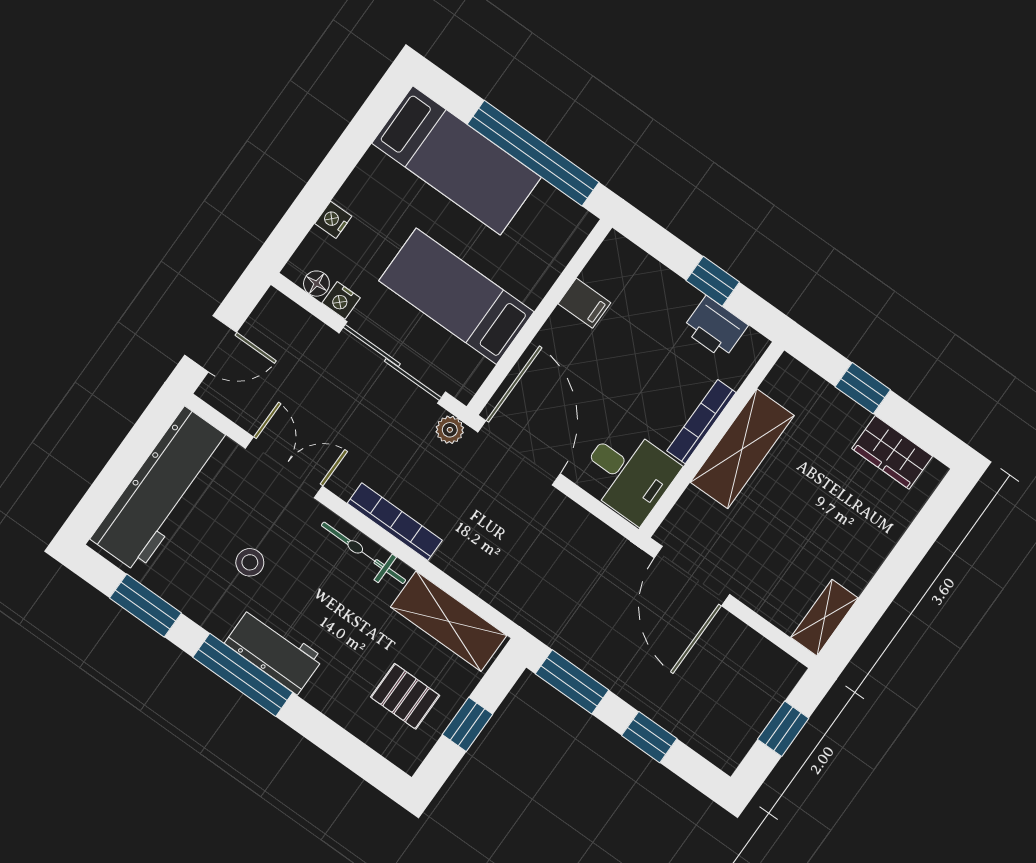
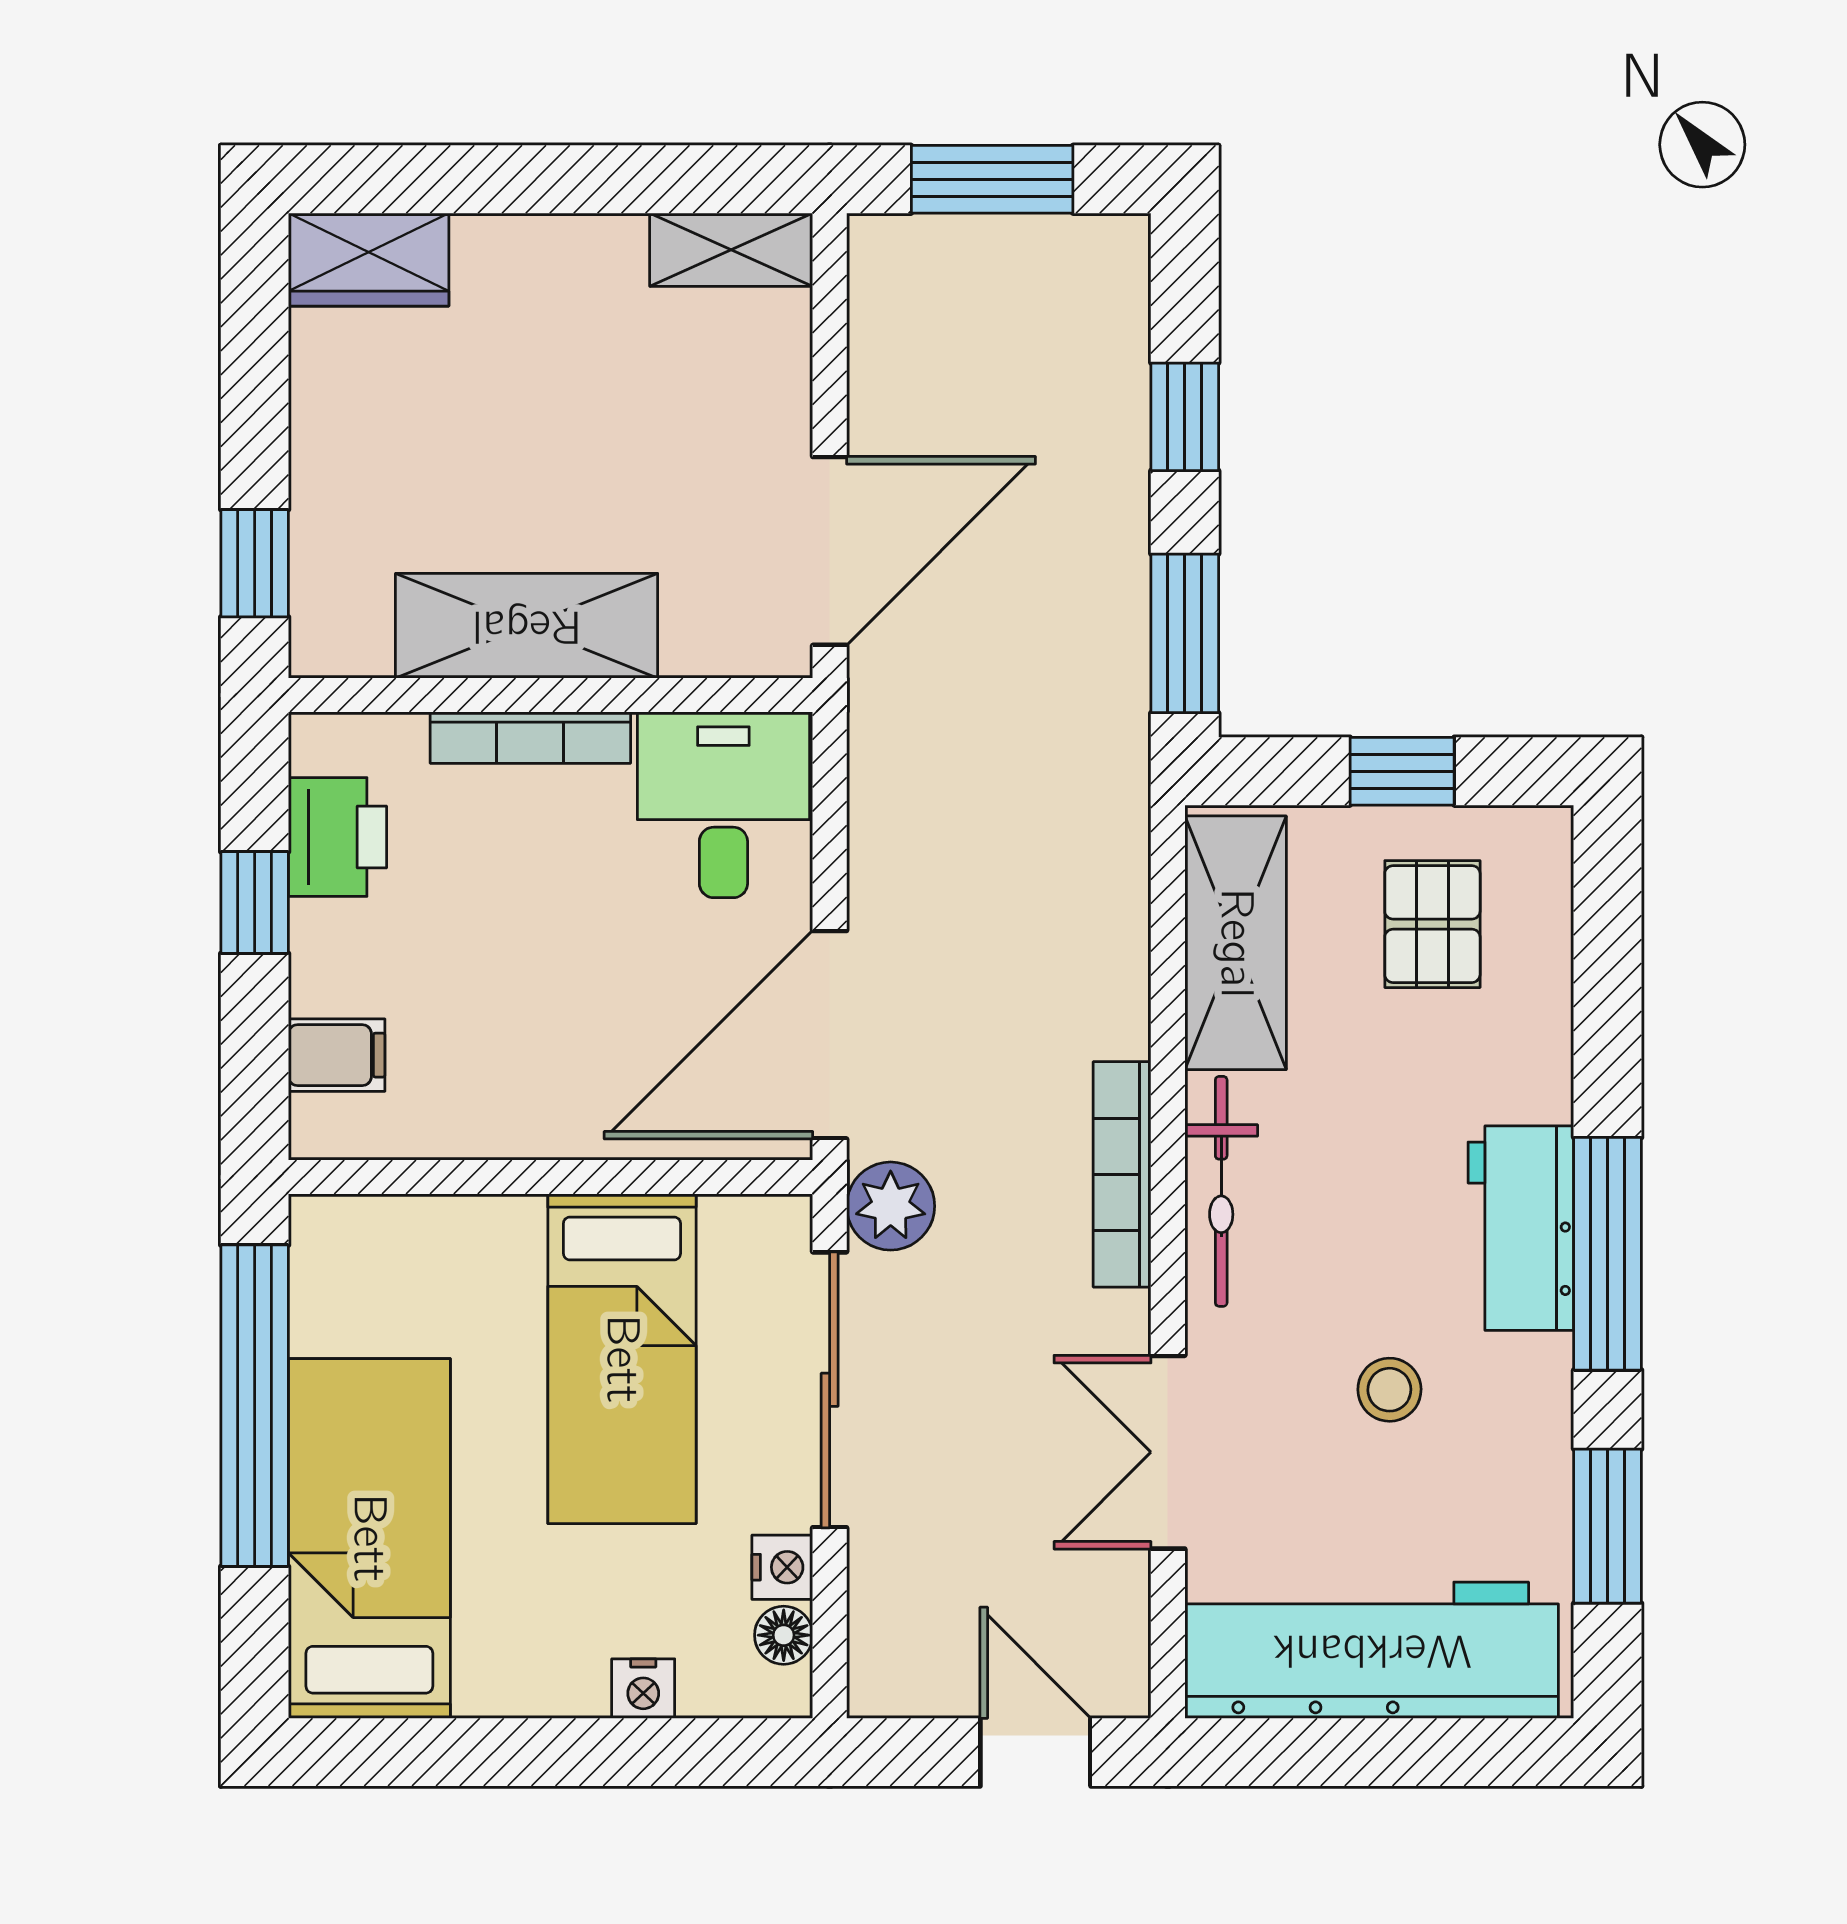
filing cabinet: (584, 303) -> (337, 1055), moved, turned 90
window: (863, 388) -> (255, 563), moved
plant: (450, 430) -> (891, 1206), width x1.38, depth x1.38
wardrobe: (892, 452) -> (369, 260), moved, turned 90
window: (783, 729) -> (992, 179), width x1.50

